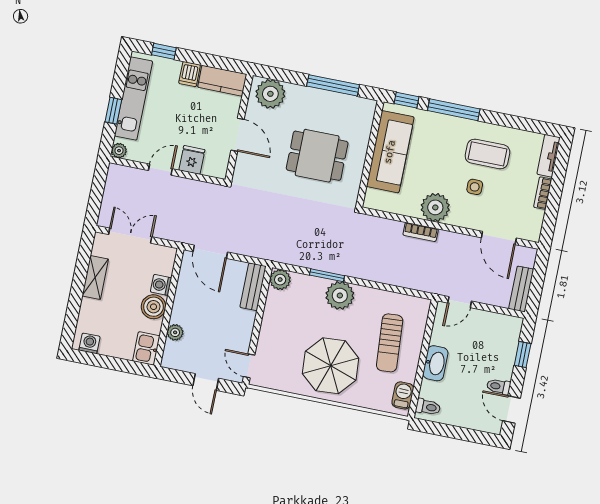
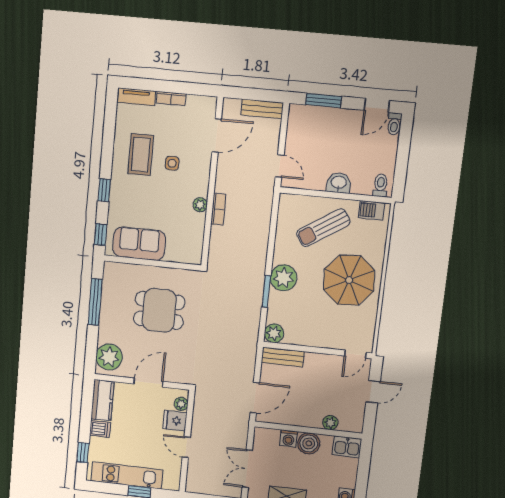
window: (454, 110) -> (104, 190), width x0.46
plant: (119, 151) -> (181, 404), moved
sofa: (390, 152) -> (139, 244), width x0.73
dining table: (317, 156) -> (159, 310), turned 90
plant: (435, 207) -> (200, 205), width x0.53, depth x0.53
sun lounger: (390, 343) -> (323, 228), turned 151
window: (523, 355) -> (324, 101), width x1.50
washbasin: (435, 363) -> (339, 183), width x0.72
toilet: (499, 386) -> (394, 124), moved

